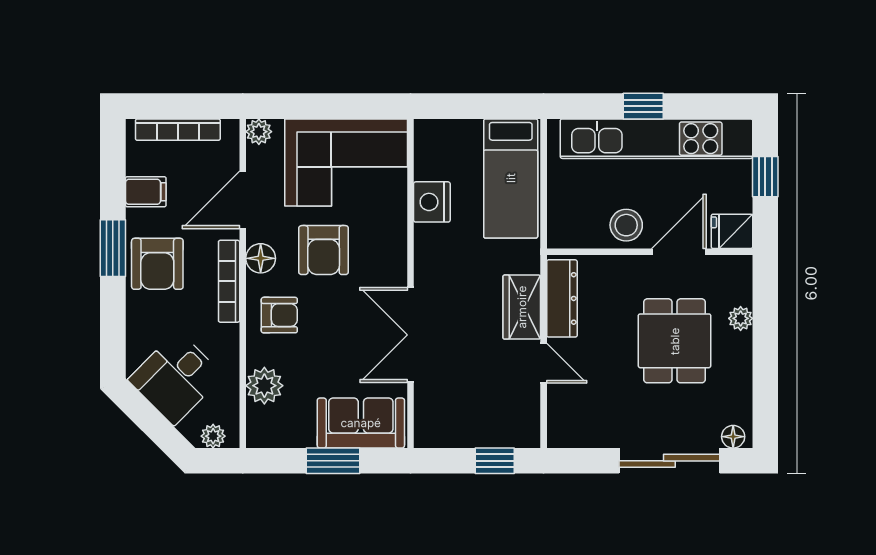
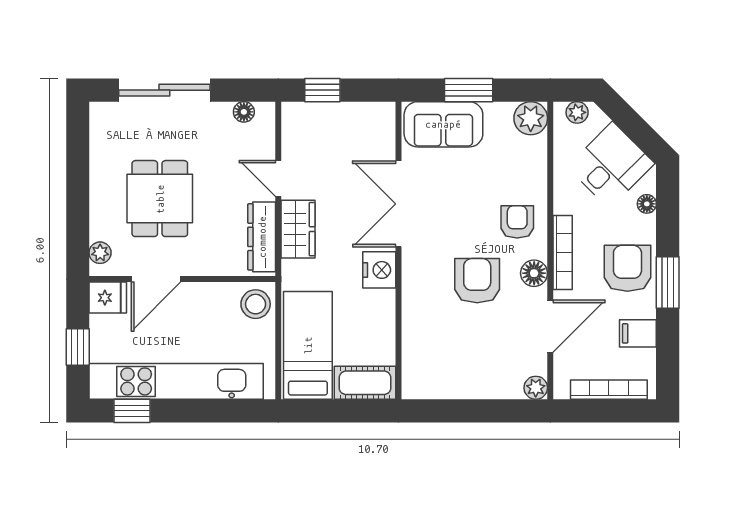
window: (643, 106) -> (132, 411), moved
cot: (448, 137) -> (365, 383), added
corner sofa: (346, 162) -> (457, 360), removed
nightstand: (432, 202) -> (379, 270), moved
stool: (626, 225) -> (256, 304), moved
armchair: (279, 315) -> (517, 222), turned 90
plant: (741, 318) -> (100, 253), moved
floor lamp: (136, 335) -> (647, 204), added
double door: (411, 335) -> (398, 204), swing flipped
plant: (264, 386) -> (531, 118), moved
floor lamp: (733, 437) -> (244, 112), moved

